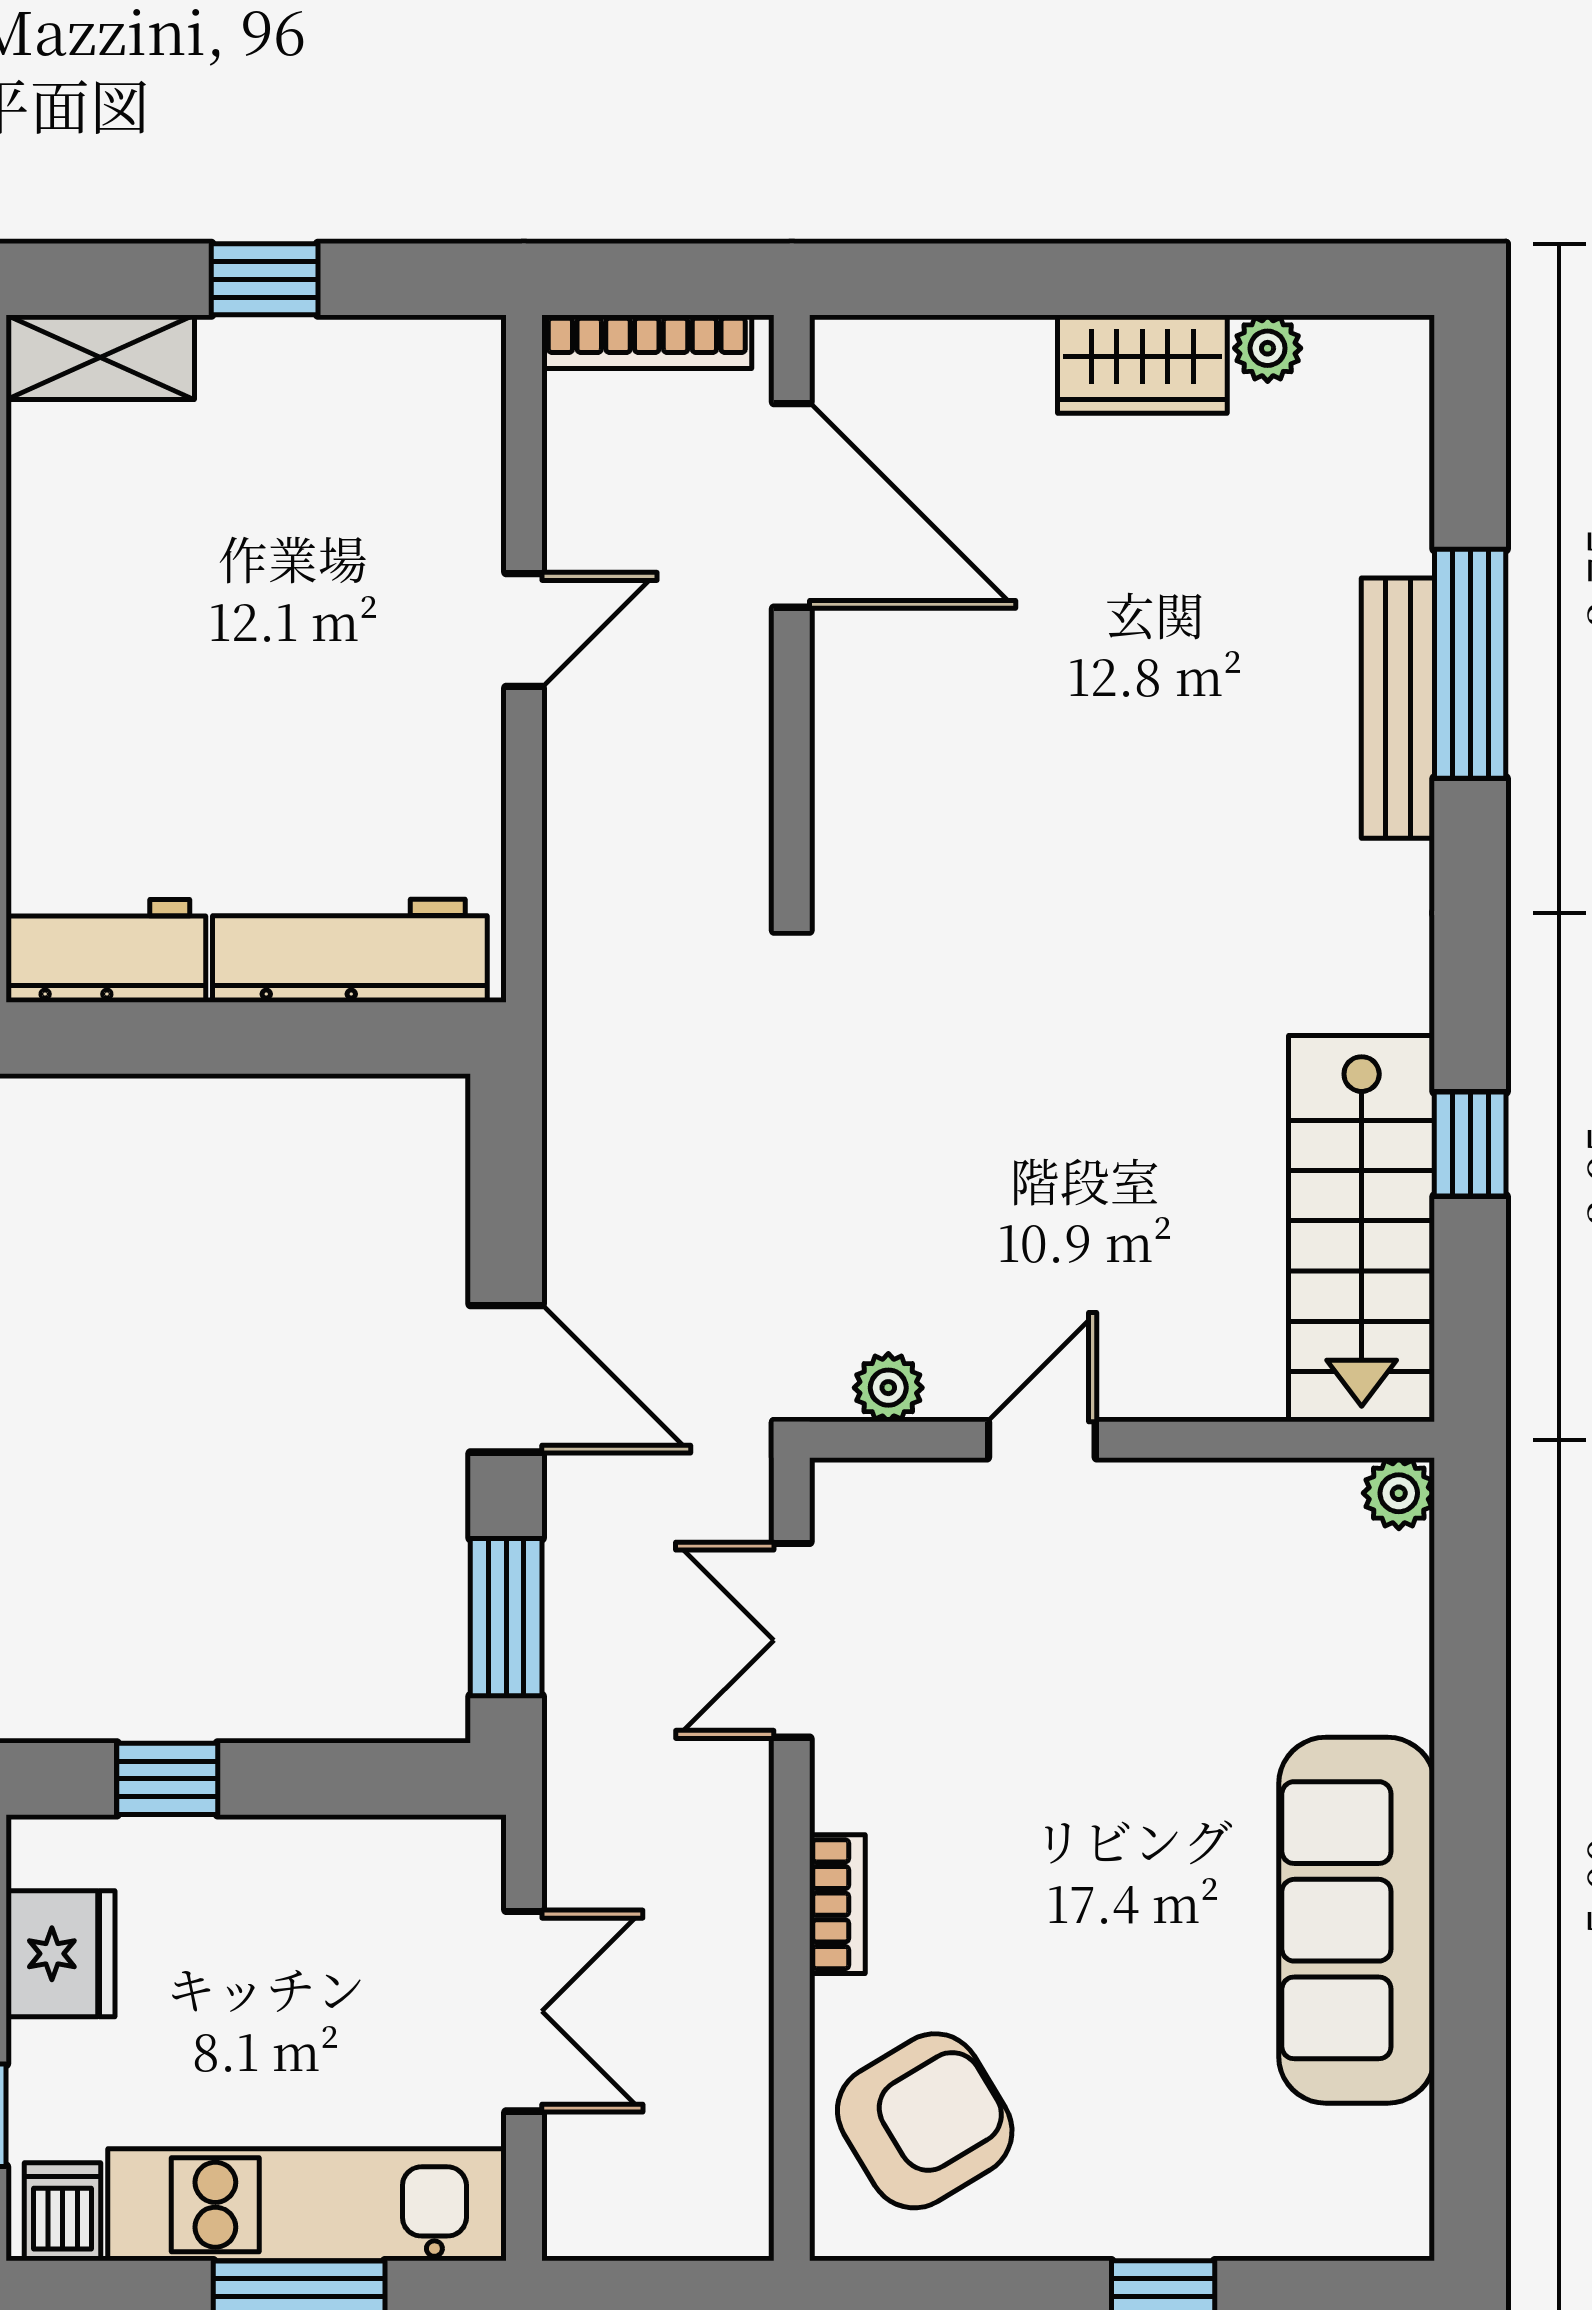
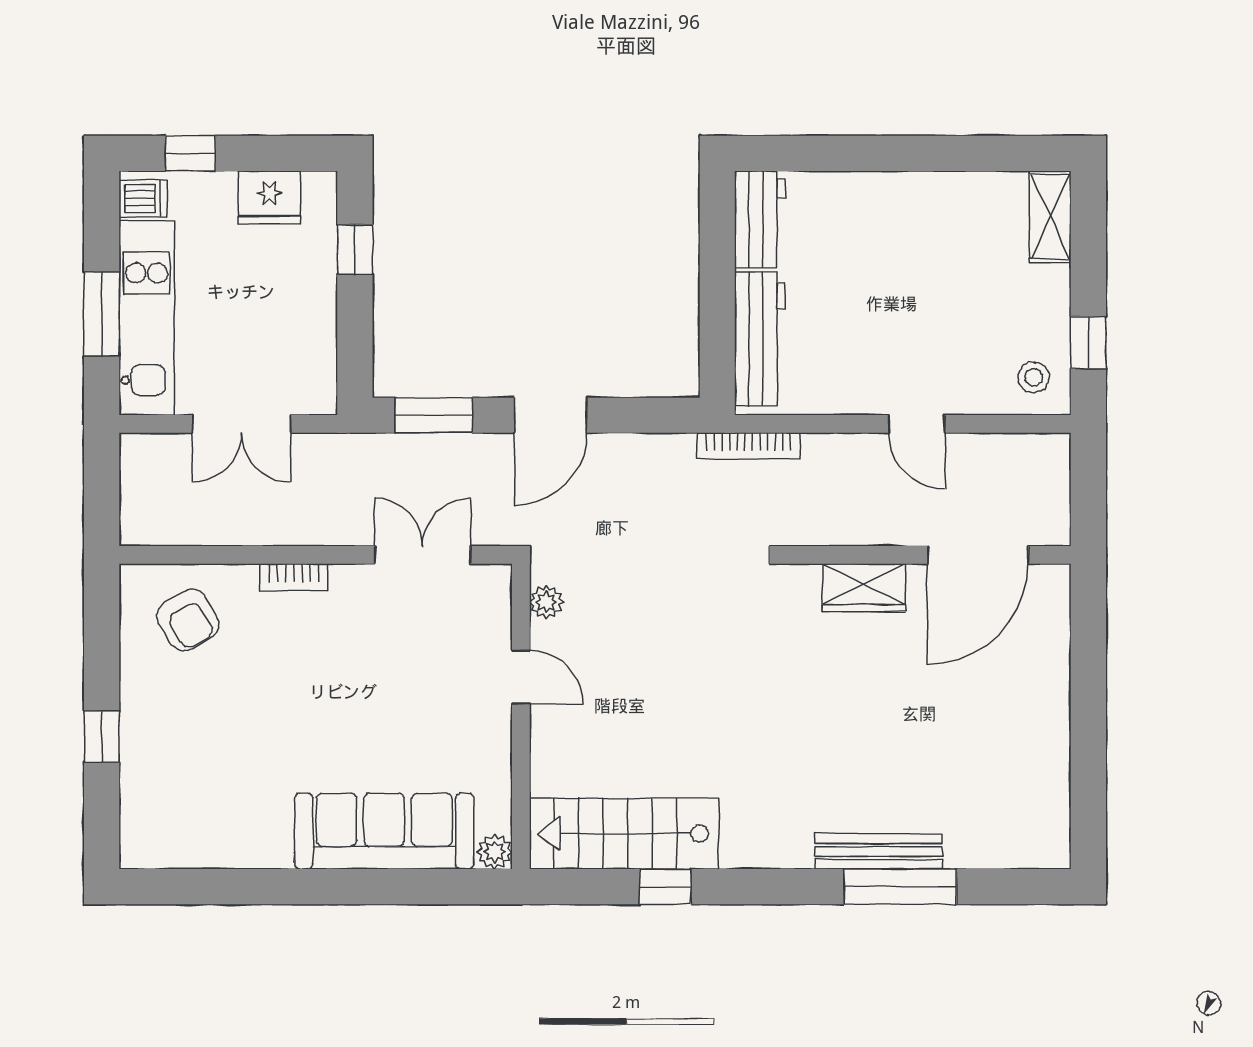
window: (265, 279) -> (1088, 343), moved
bookcase: (647, 342) -> (749, 446), moved, turned -90
plant: (1268, 348) -> (1055, 788), removed
wardrobe: (1142, 364) -> (864, 588), moved, turned -90
stool: (429, 391) -> (1034, 377), added
sofa: (1357, 1920) -> (384, 831), moved
armchair: (925, 2121) -> (188, 620), width x0.72, depth x0.72

